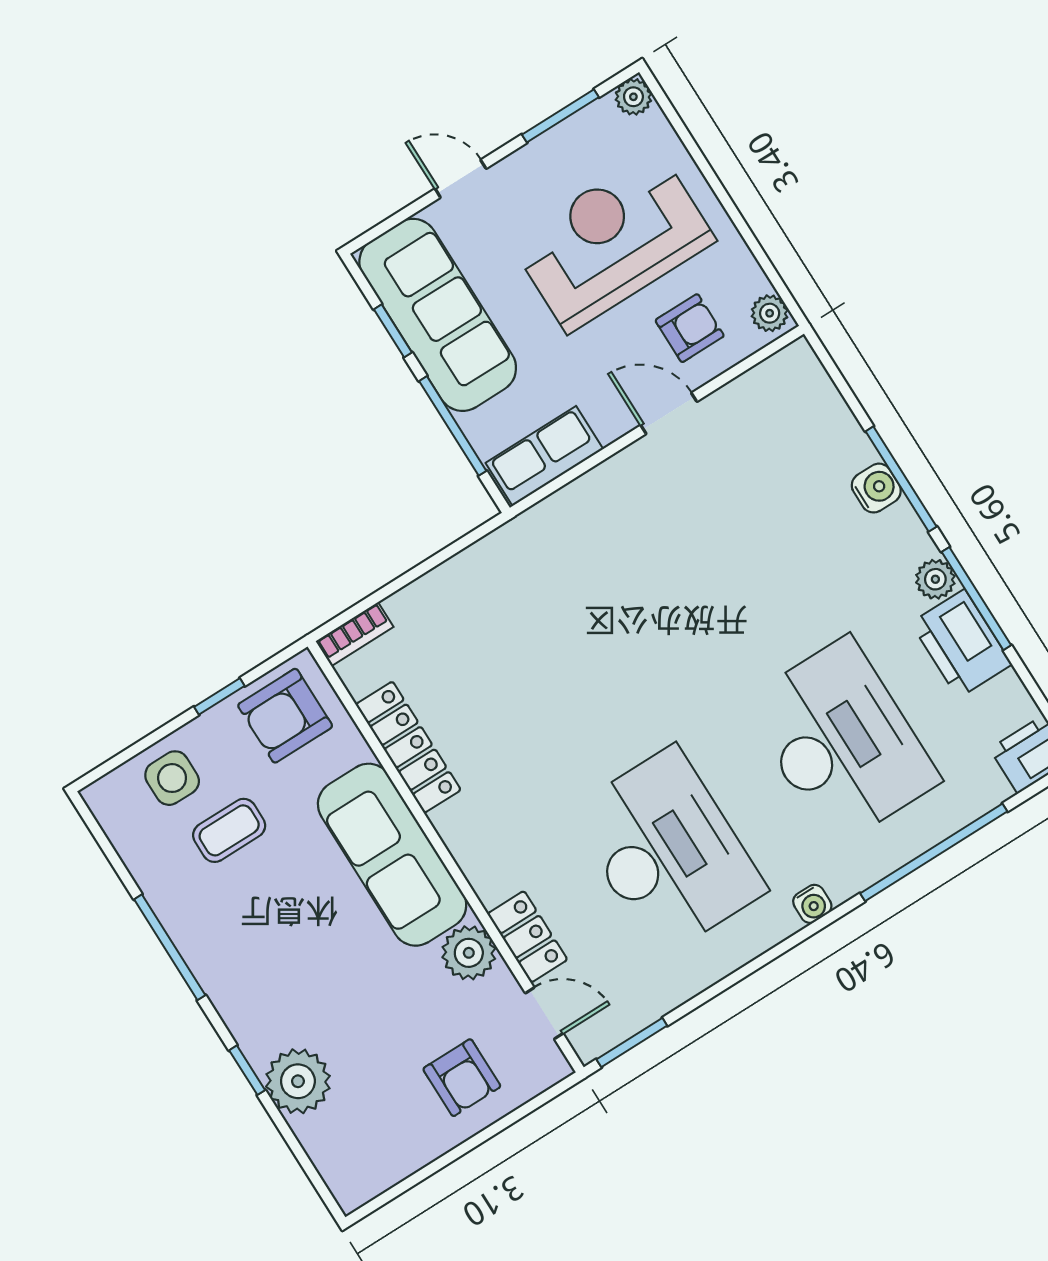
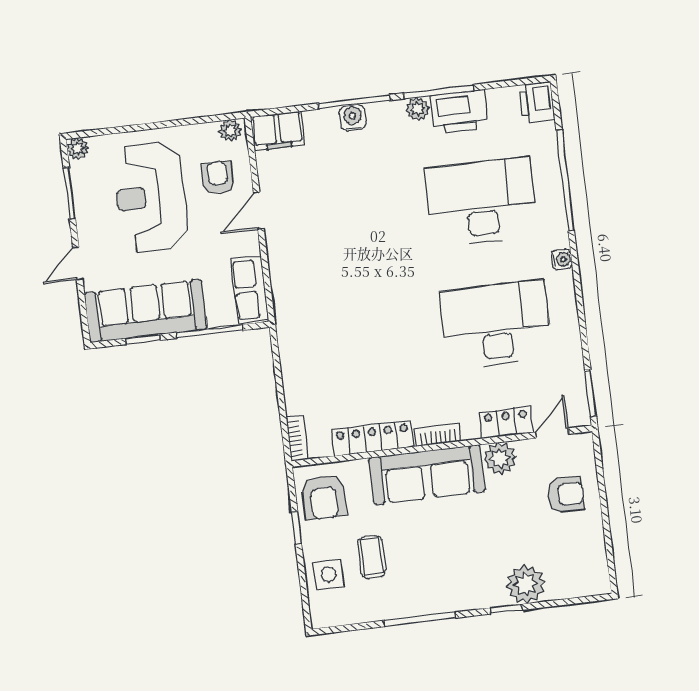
filing cabinet: (803, 385) -> (278, 131), added
bookcase: (460, 842) -> (438, 435), added

